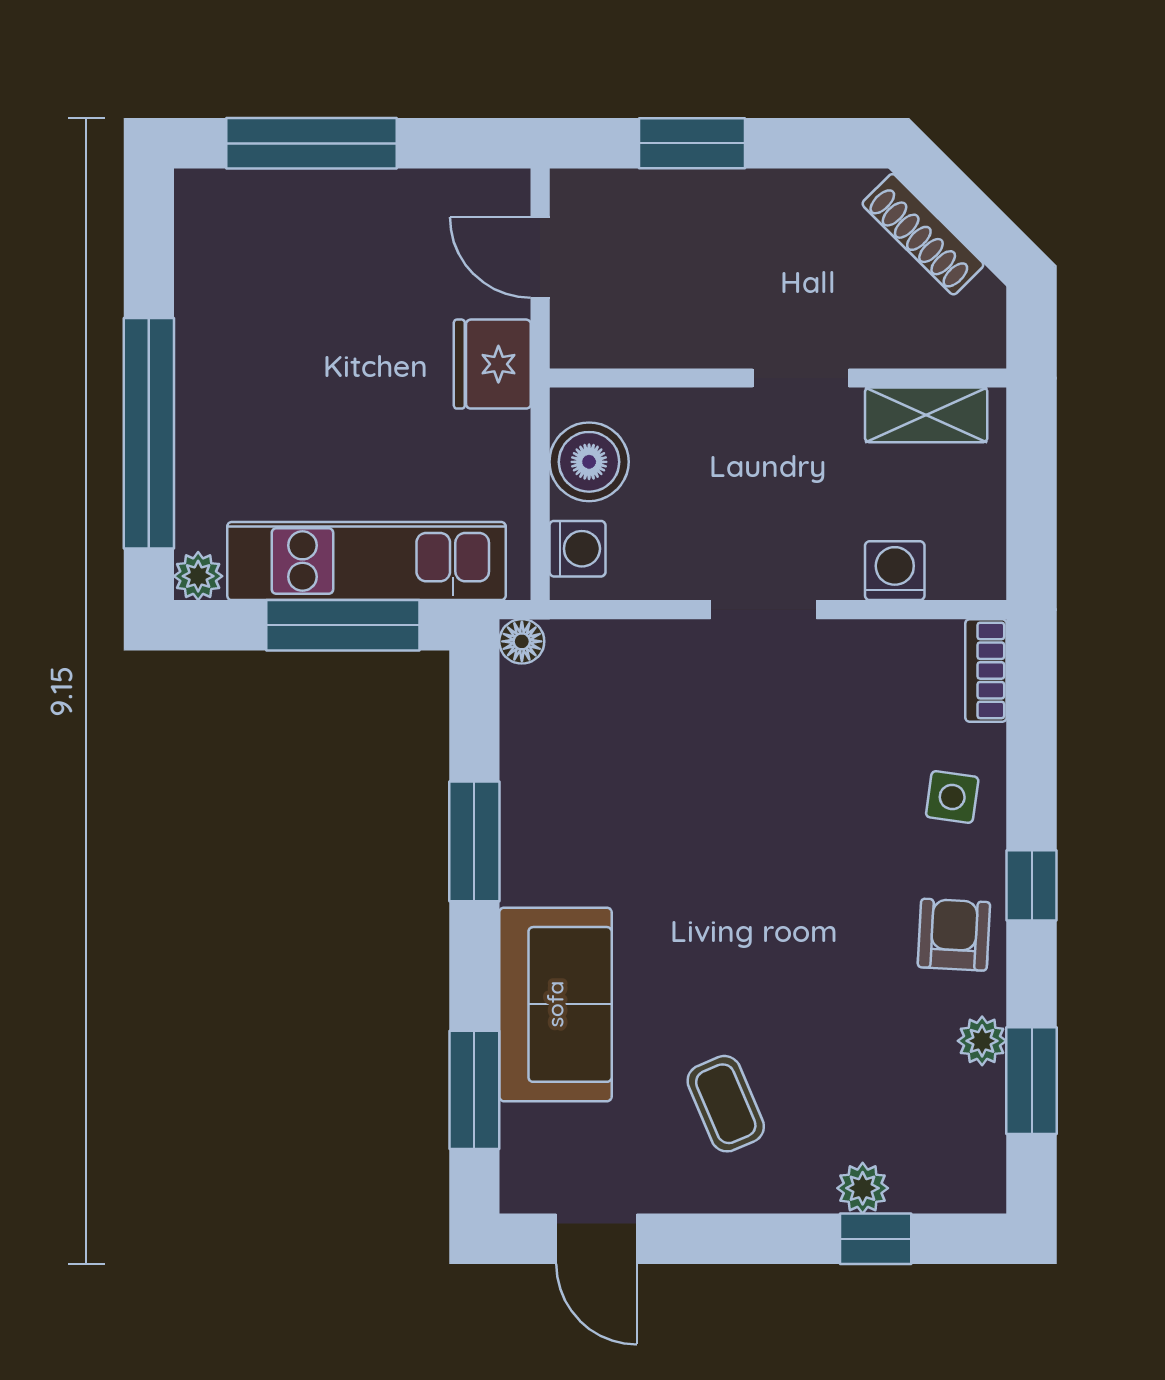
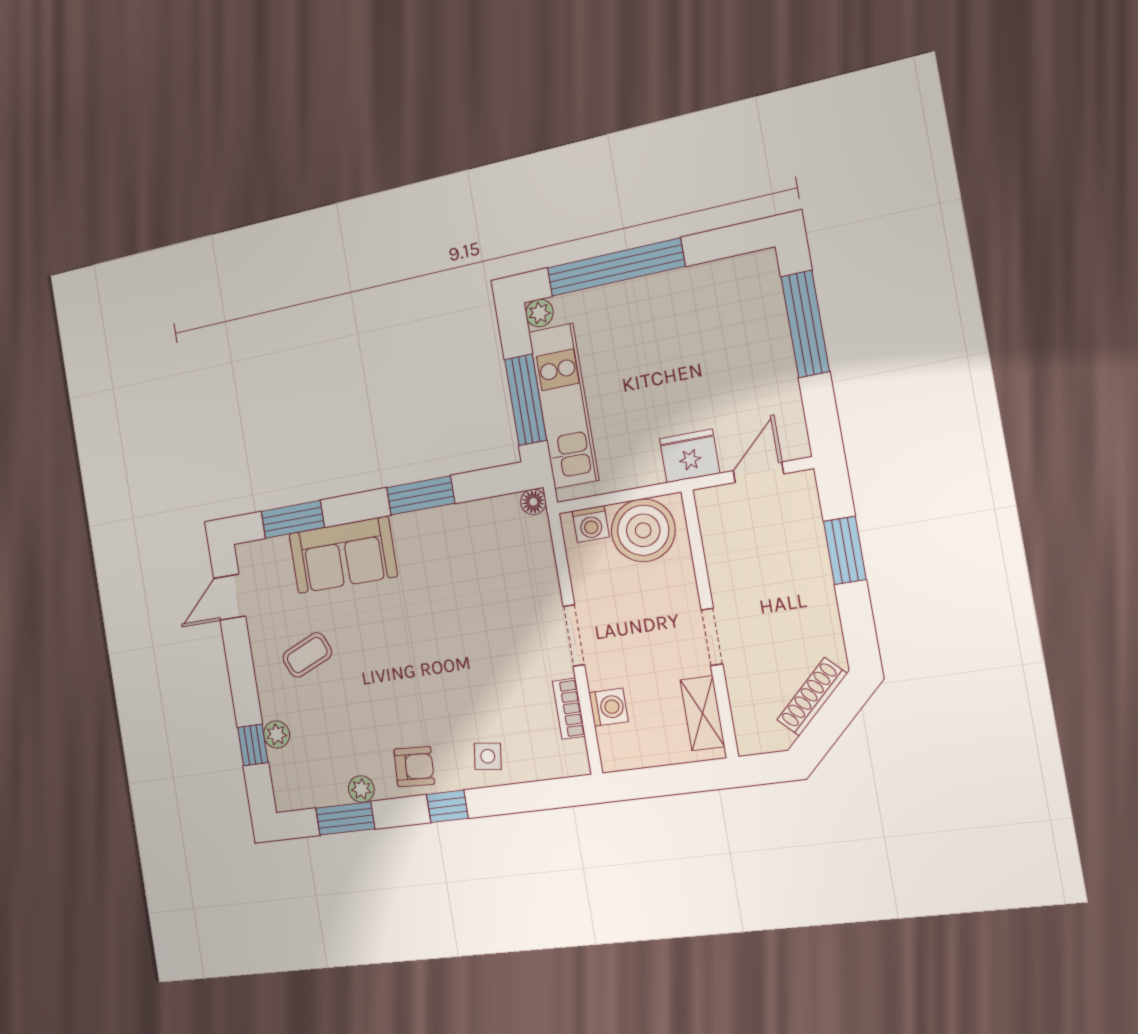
boiler: (589, 462) -> (643, 530), width x1.37, depth x1.37
bookcase: (986, 670) -> (569, 709), moved, turned -90

